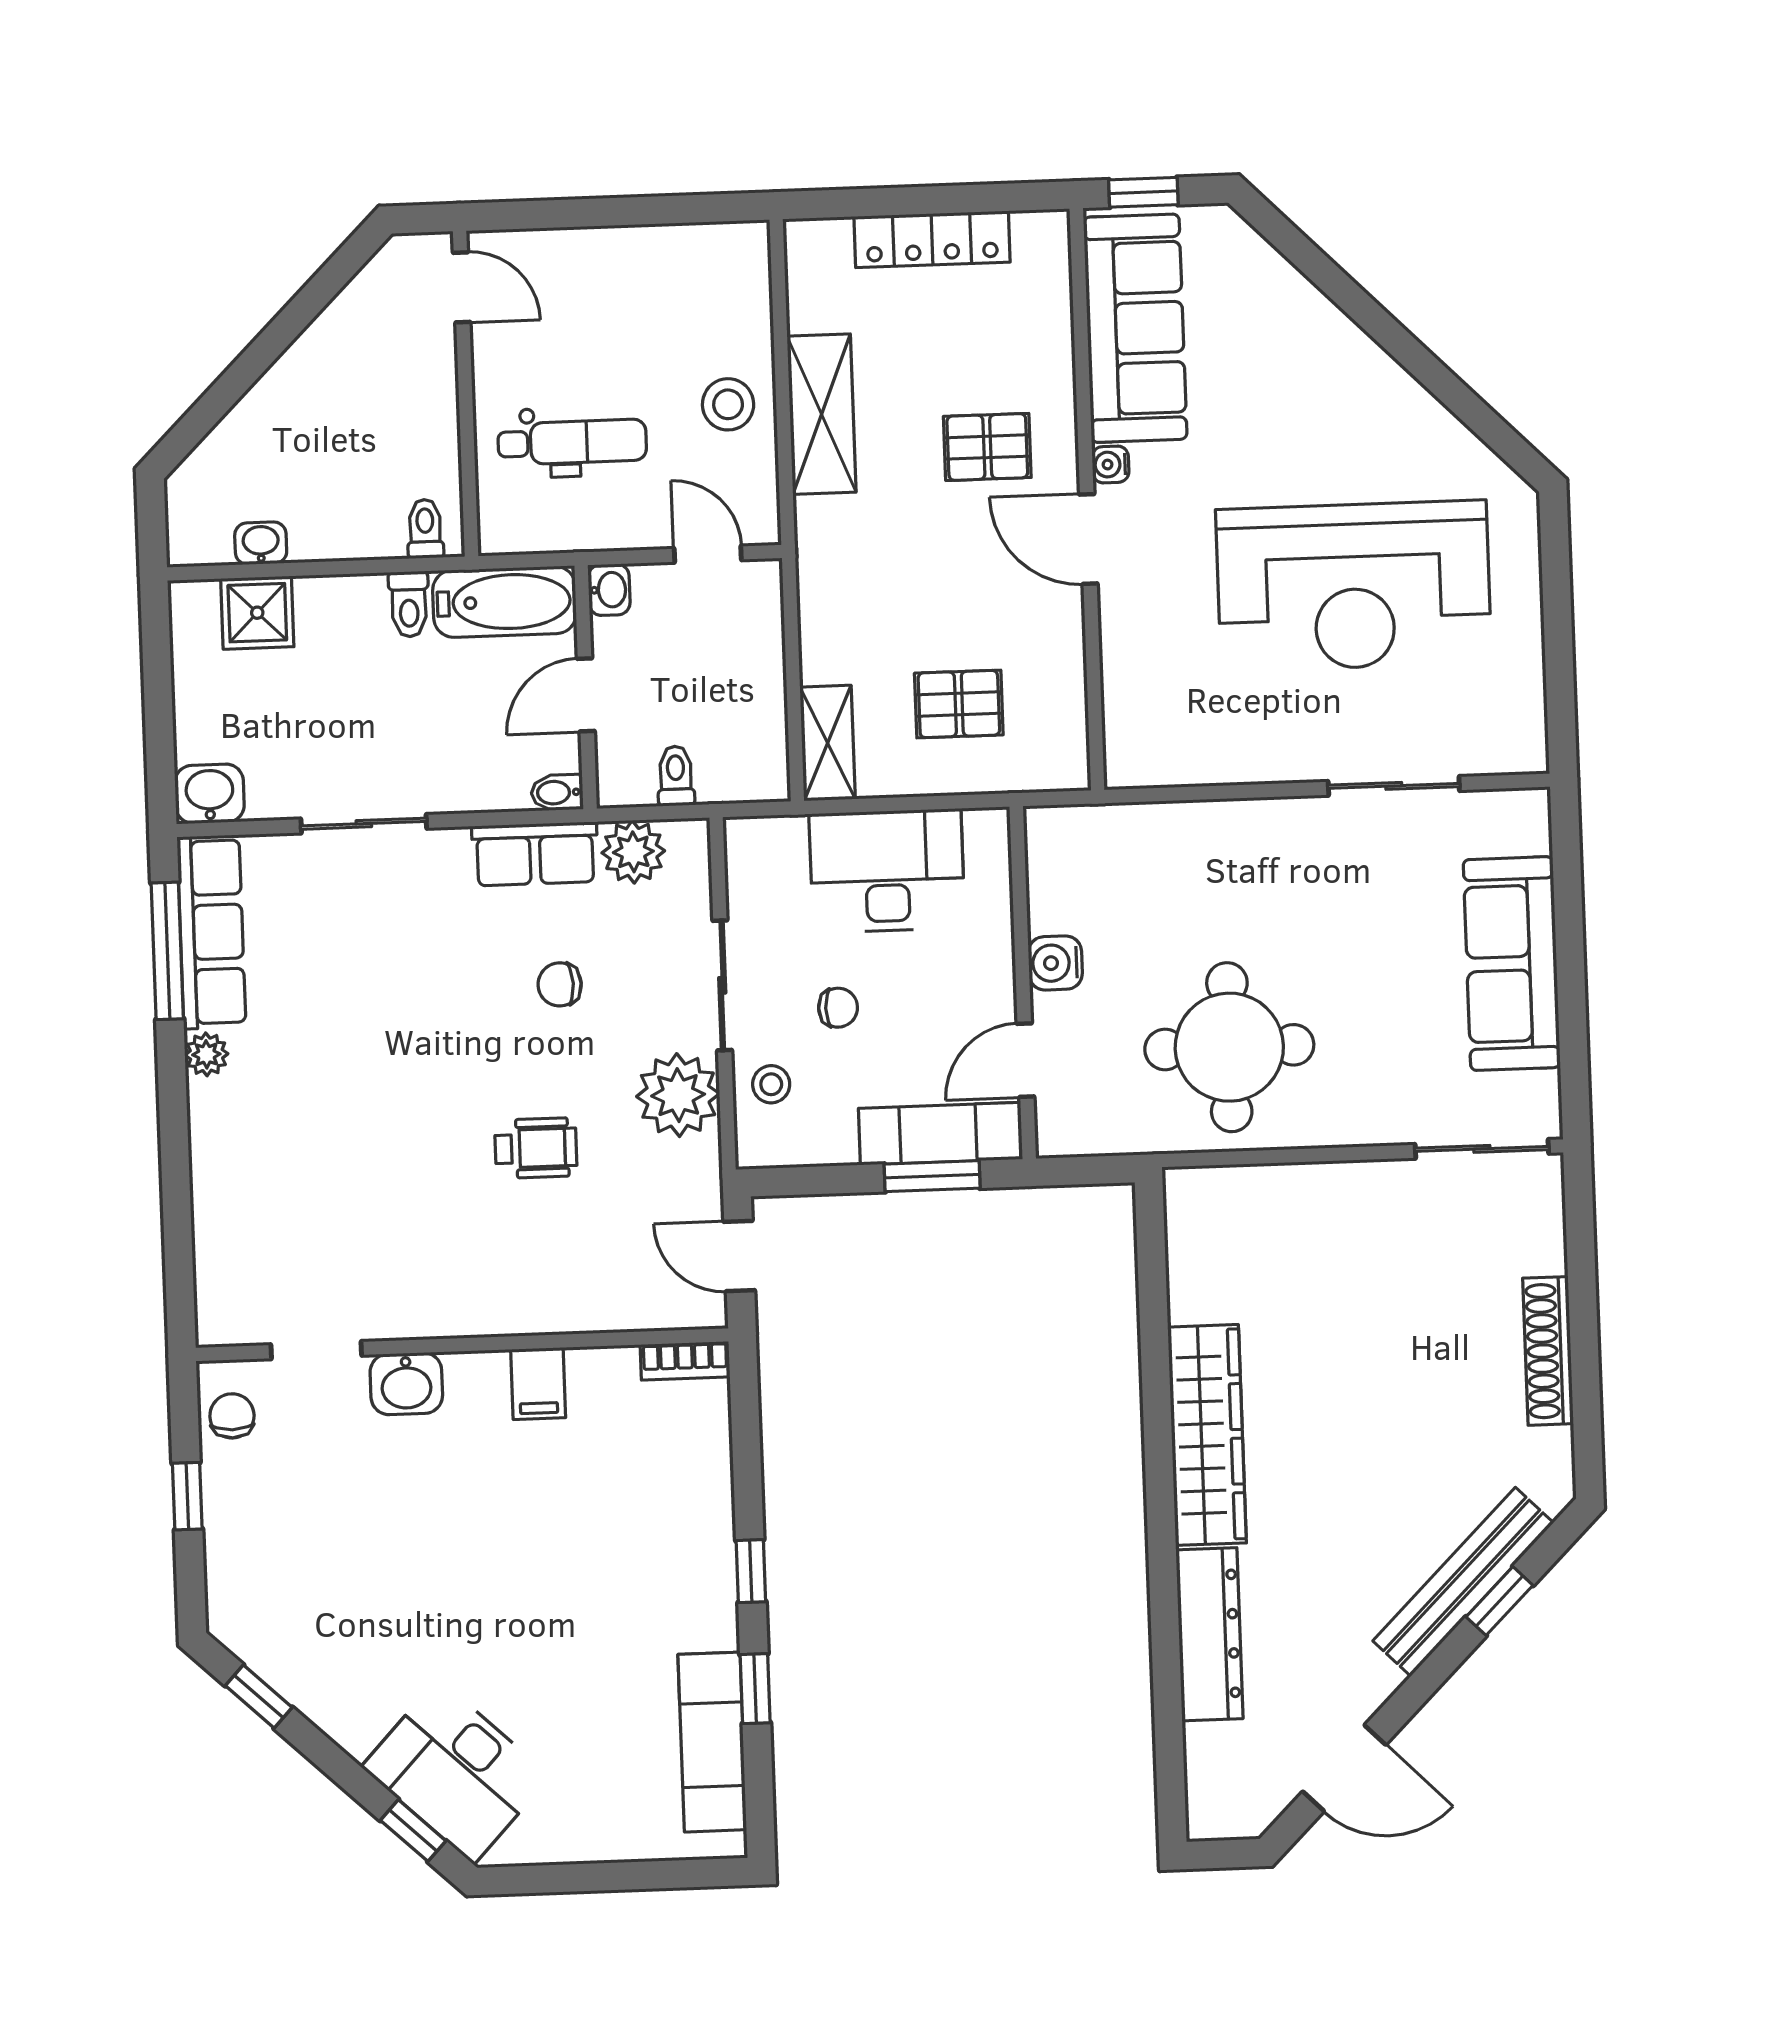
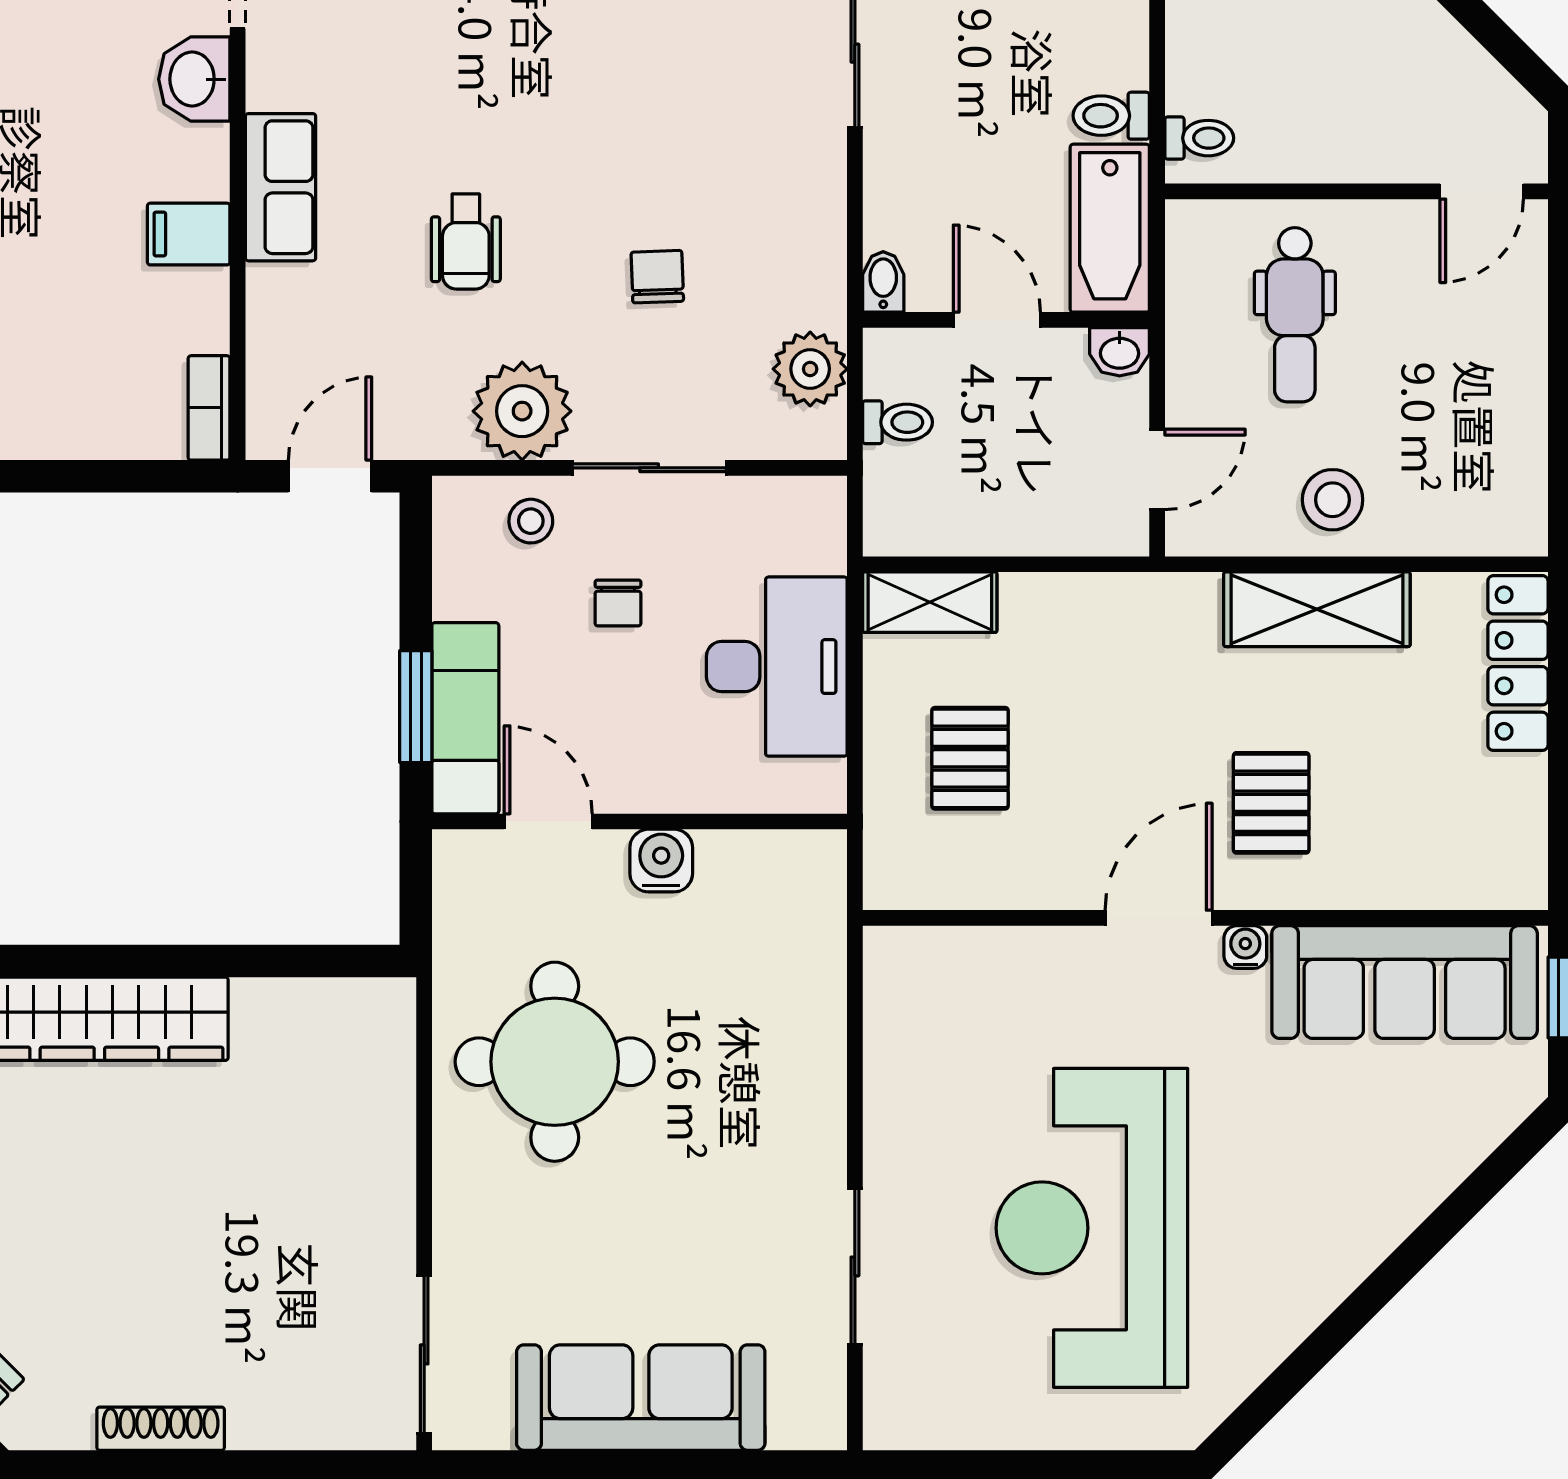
locker: (932, 239) -> (1518, 663), moved
row of seats: (535, 854) -> (281, 187), moved, turned 180
shoe rack: (1548, 1351) -> (161, 1429), width x0.74, depth x0.81

